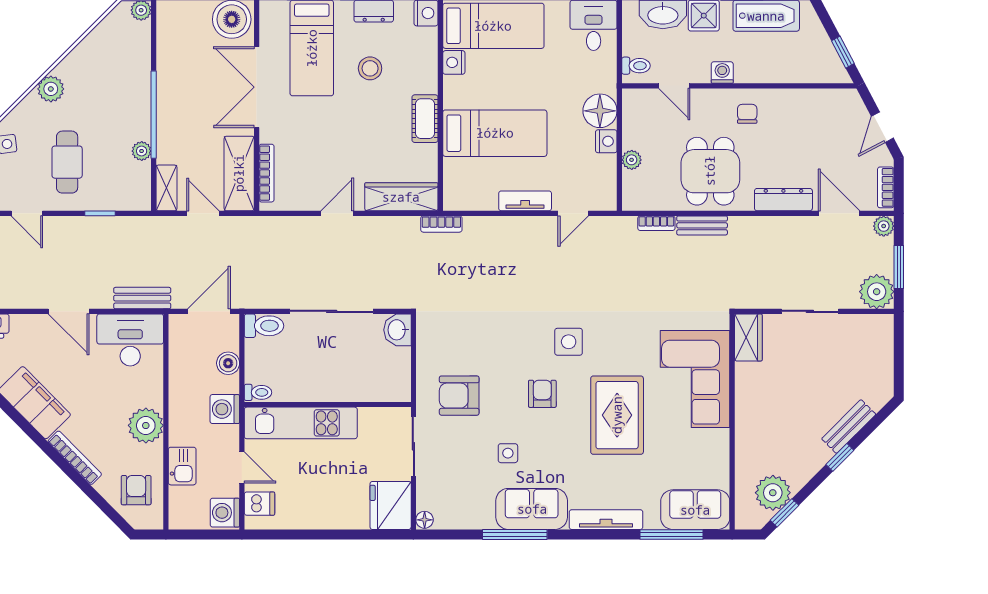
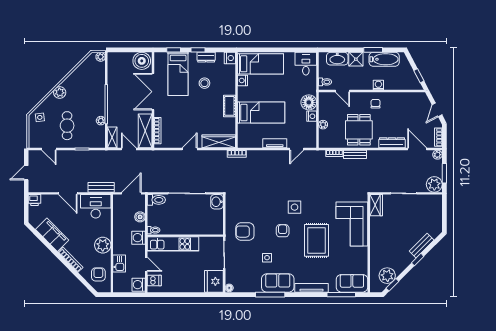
washing machine: (722, 73) -> (378, 85), moved

